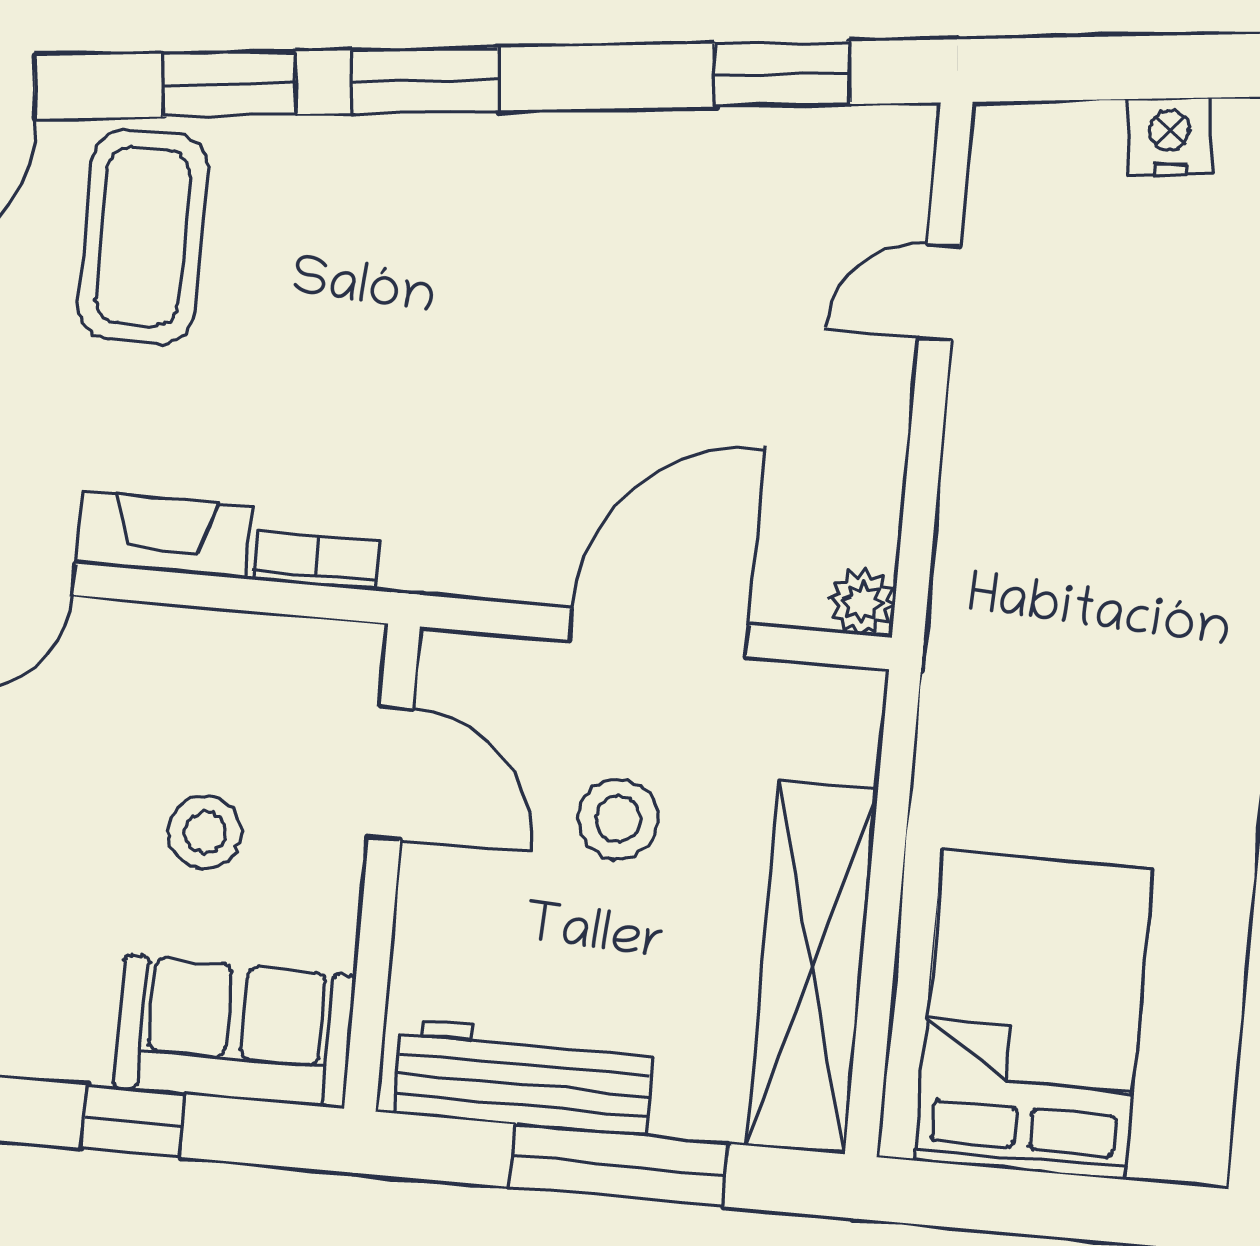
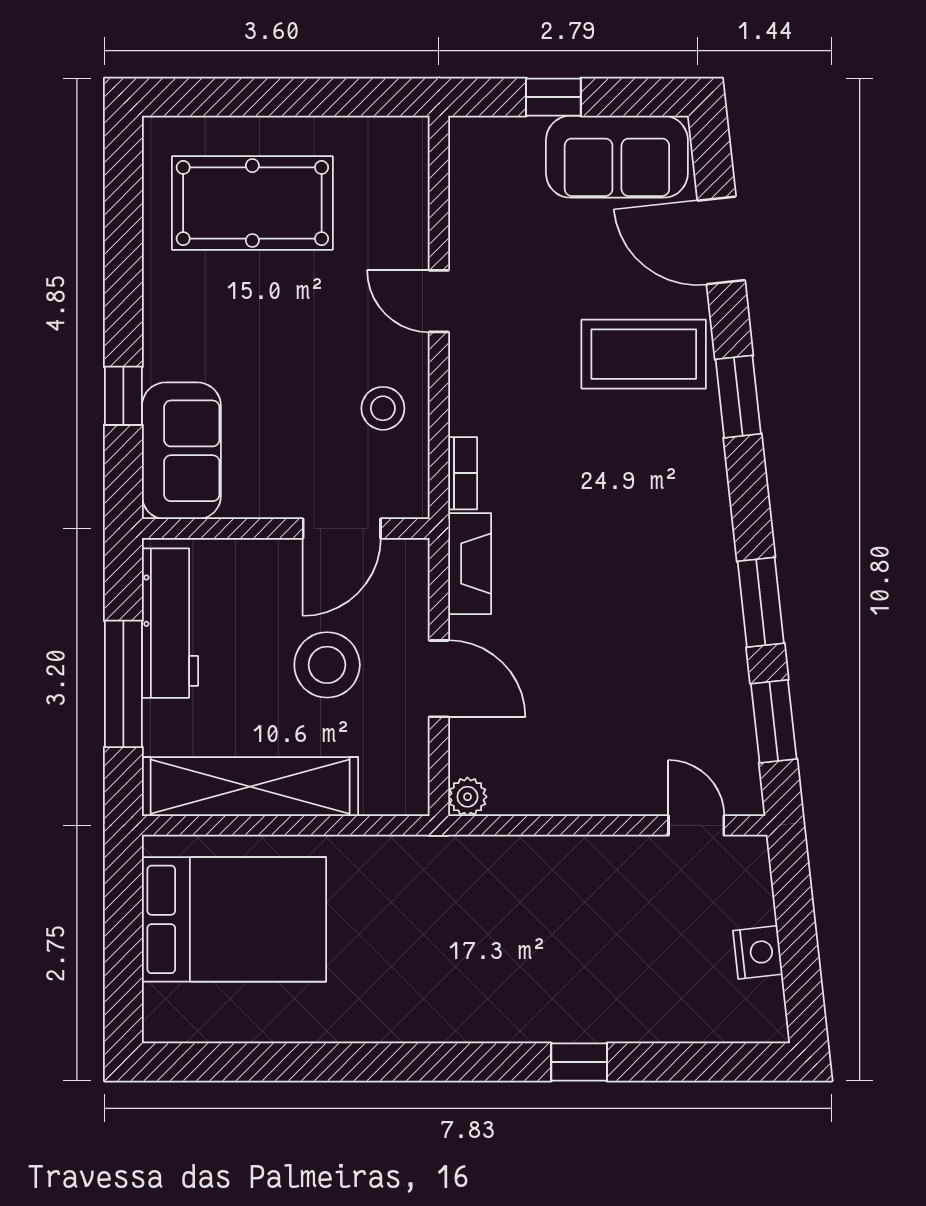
window: (425, 80) -> (761, 602), moved
door: (939, 292) -> (696, 825), moved
fireplace: (165, 535) -> (470, 564), moved
door: (659, 632) -> (439, 679), width x0.73
stool: (618, 819) -> (327, 665), width x1.38, depth x1.38
stool: (205, 832) -> (383, 408), moved

